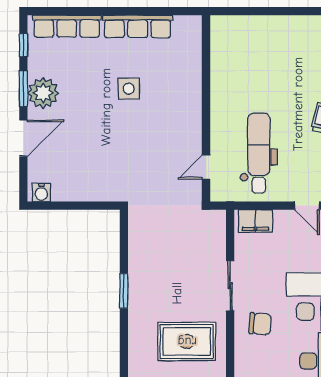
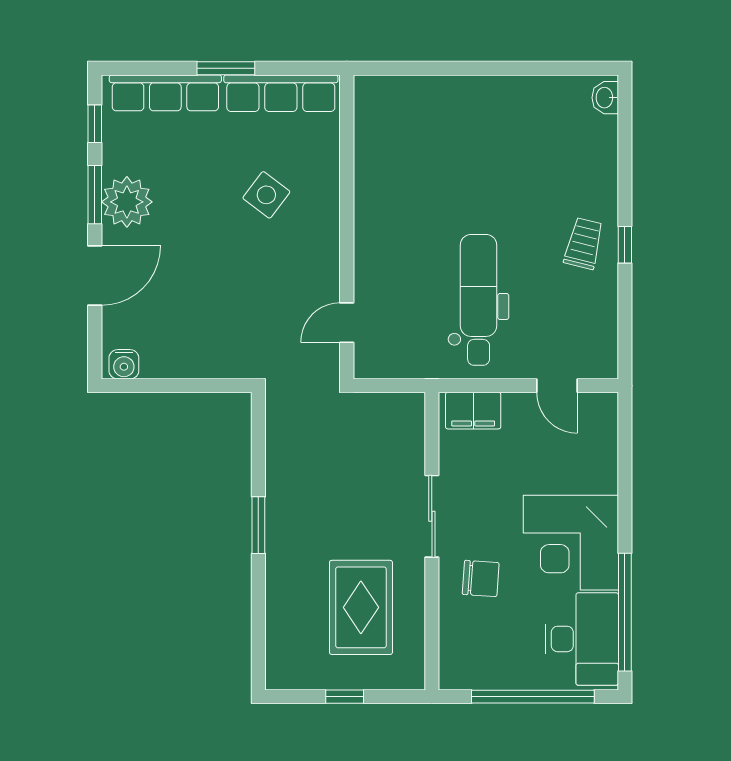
window: (104, 11) -> (226, 68), added
side table: (129, 89) -> (266, 195), turned 37
wall: (206, 108) -> (347, 227), moved
door: (206, 167) -> (347, 323), moved
rug: (187, 342) -> (361, 607), turned 90

